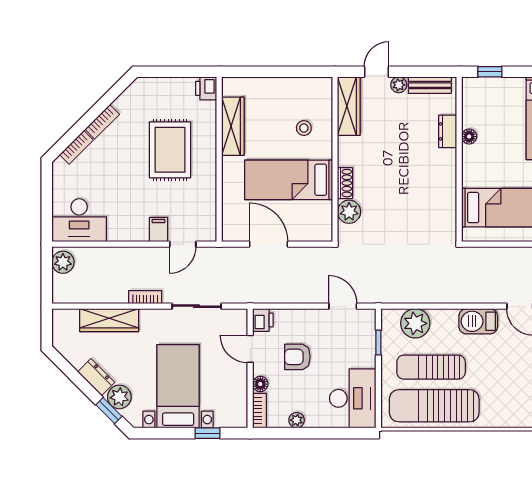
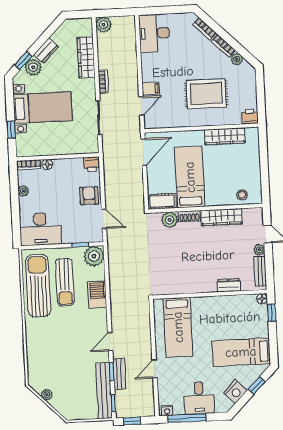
plant: (122, 103) -> (237, 59), added
wardrobe: (349, 106) -> (222, 217), moved
stool: (304, 128) -> (242, 195), moved
floor lamp: (469, 137) -> (262, 299), moved
cot: (322, 221) -> (162, 201), added
door: (183, 244) -> (141, 106), swing flipped
door: (268, 244) -> (144, 152), moved
plant: (63, 262) -> (103, 25), moved
door: (343, 306) -> (104, 219), hinge flipped
barbecue: (478, 321) -> (97, 295), moved
plant: (415, 323) -> (94, 256), moved
door: (250, 349) -> (71, 156), removed
armchair: (297, 357) -> (89, 196), moved
sun lounger: (431, 367) -> (65, 282), turned 180

